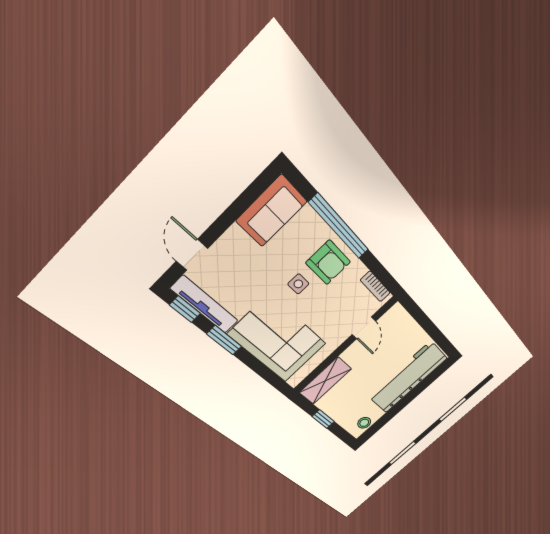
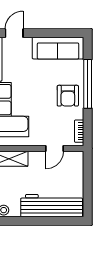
sofa: (272, 211) -> (58, 48), width x1.36
side table: (298, 284) -> (45, 92), removed

